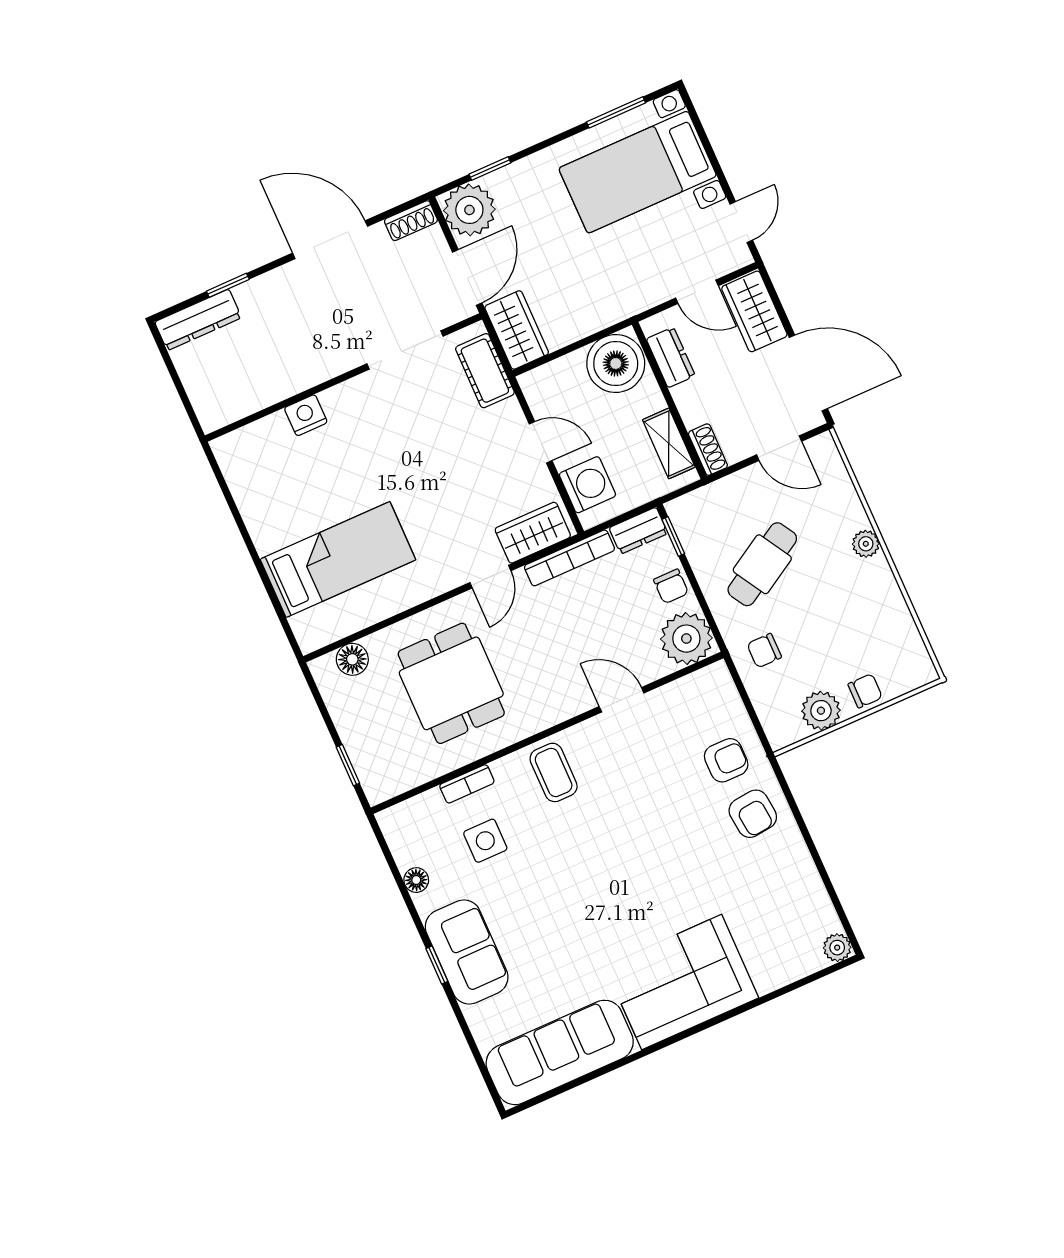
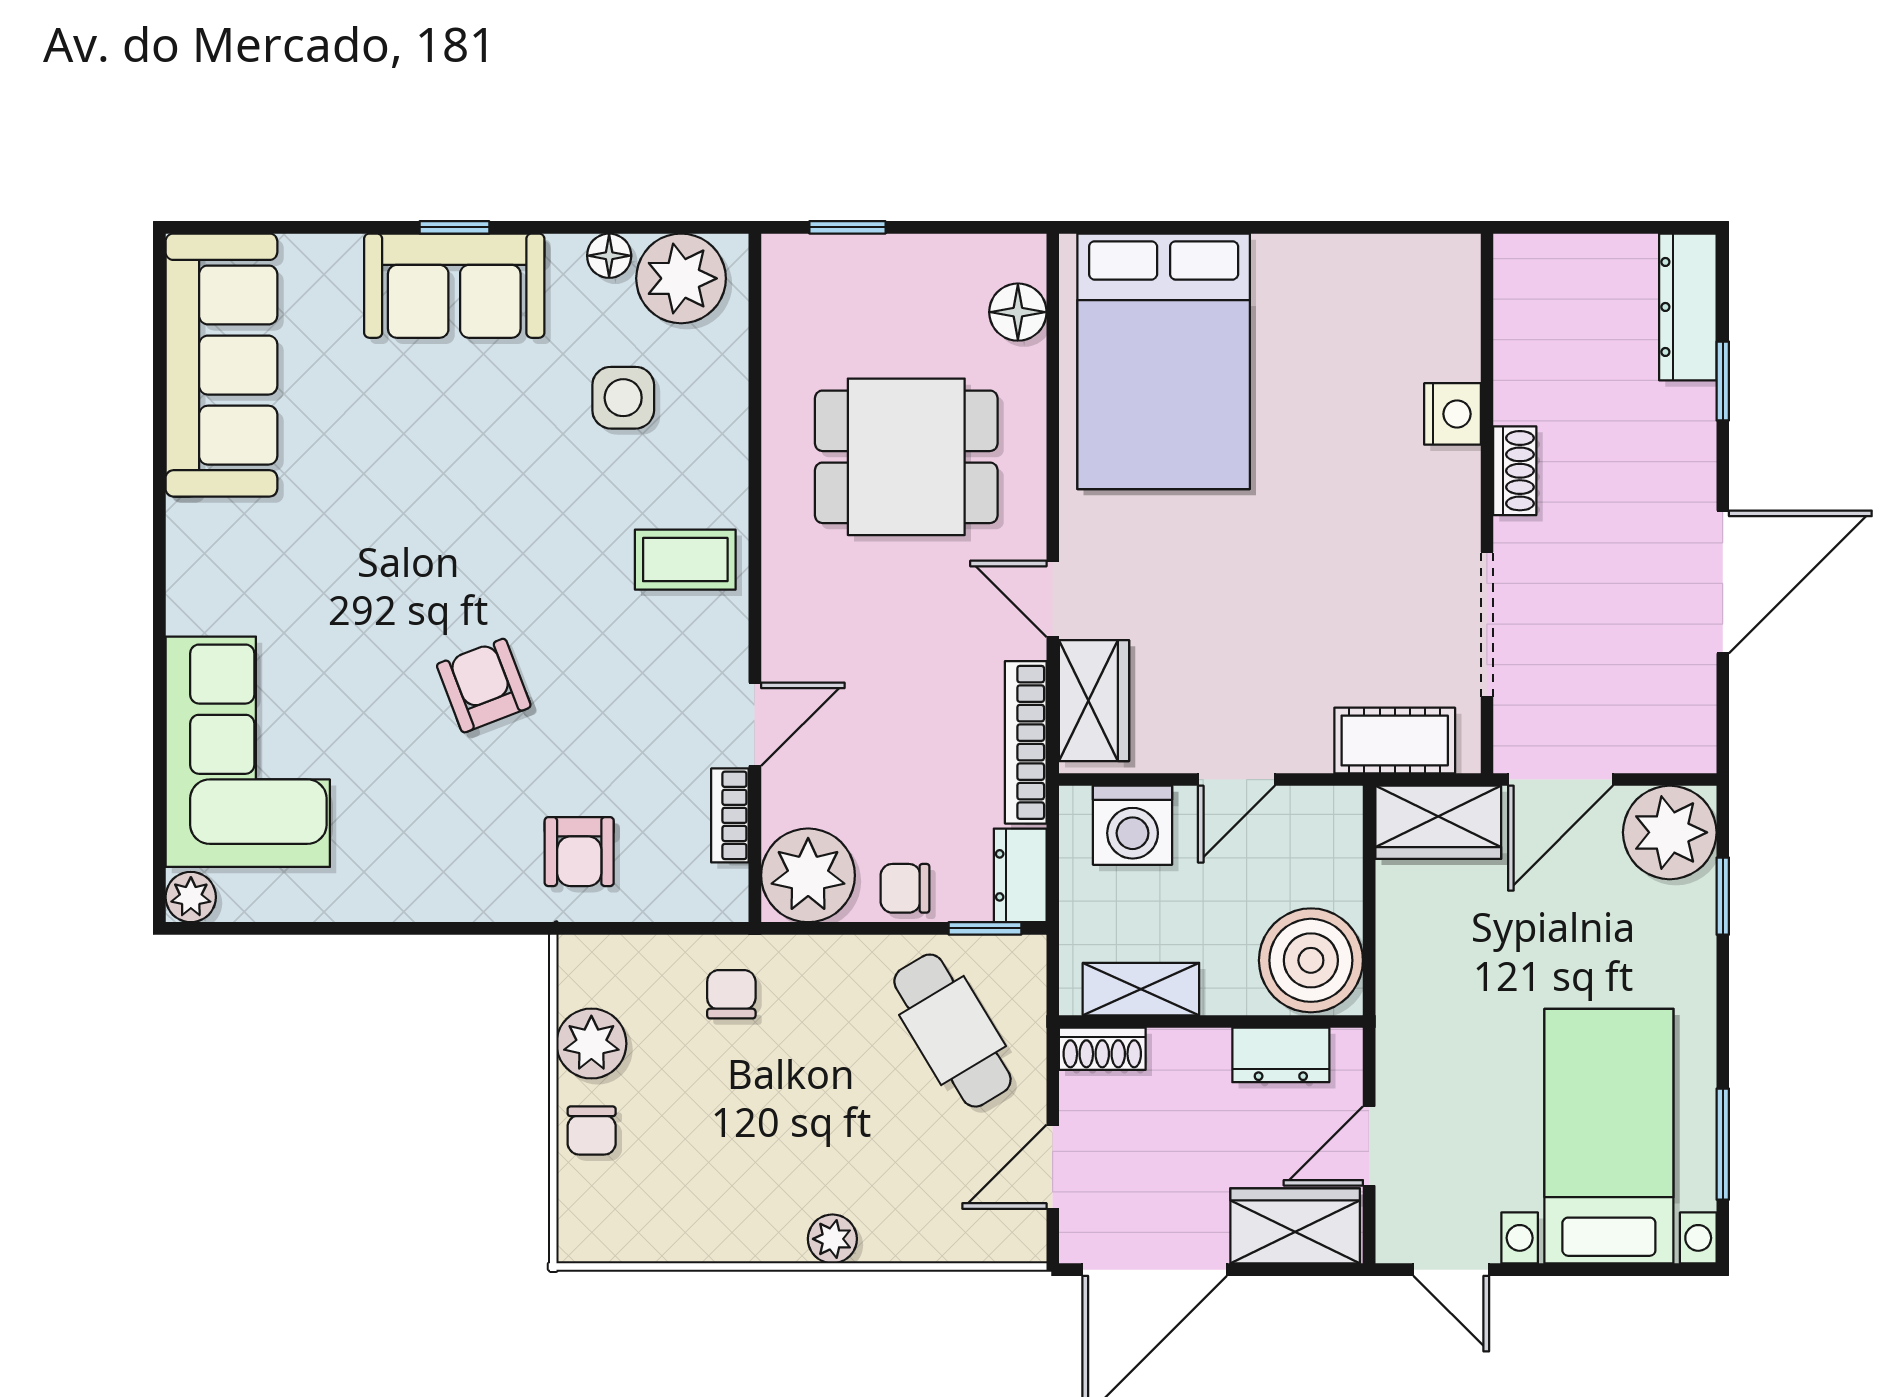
shoe rack: (411, 221) -> (1515, 471), moved, turned 180
door: (467, 277) -> (1560, 780), hinge flipped
bed: (338, 559) -> (1164, 361), width x1.50
cafe table: (762, 564) -> (952, 1031), moved
bookcase: (467, 784) -> (730, 815), moved
armchair: (753, 814) -> (484, 686), moved, turned 75
plant: (412, 838) -> (681, 278), added
corner sofa: (682, 982) -> (248, 752), moved

